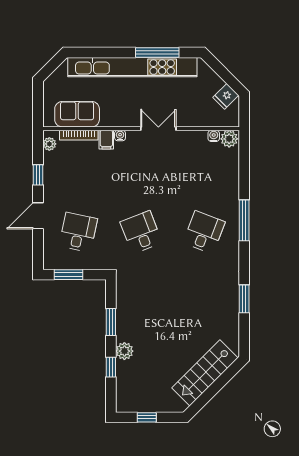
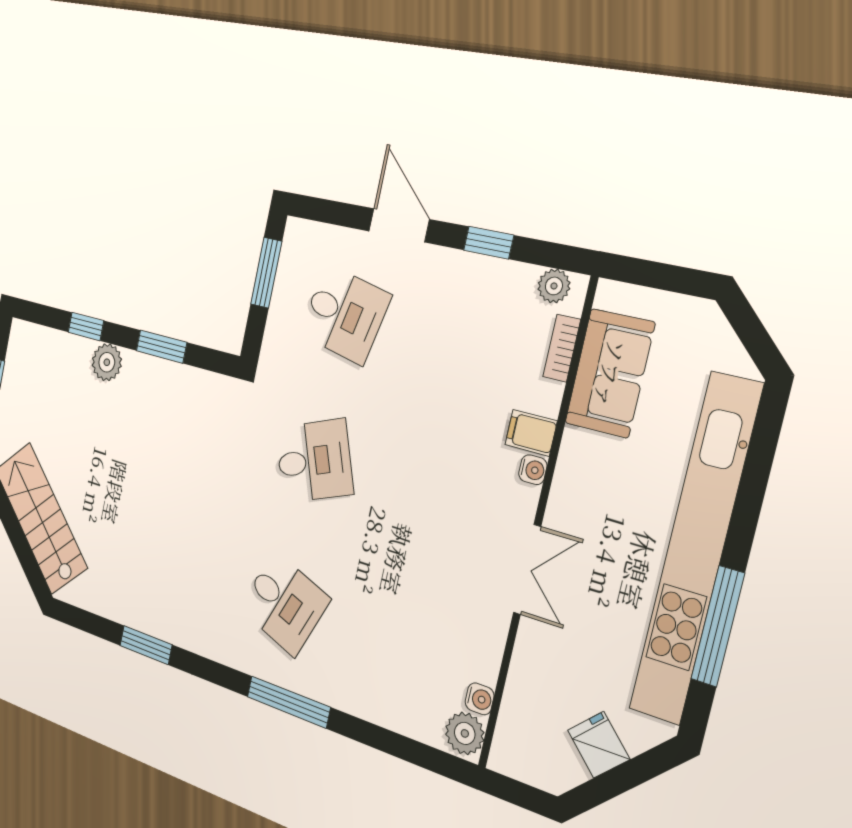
fridge: (226, 96) -> (599, 745), moved
bookcase: (79, 135) -> (562, 348), width x0.64

